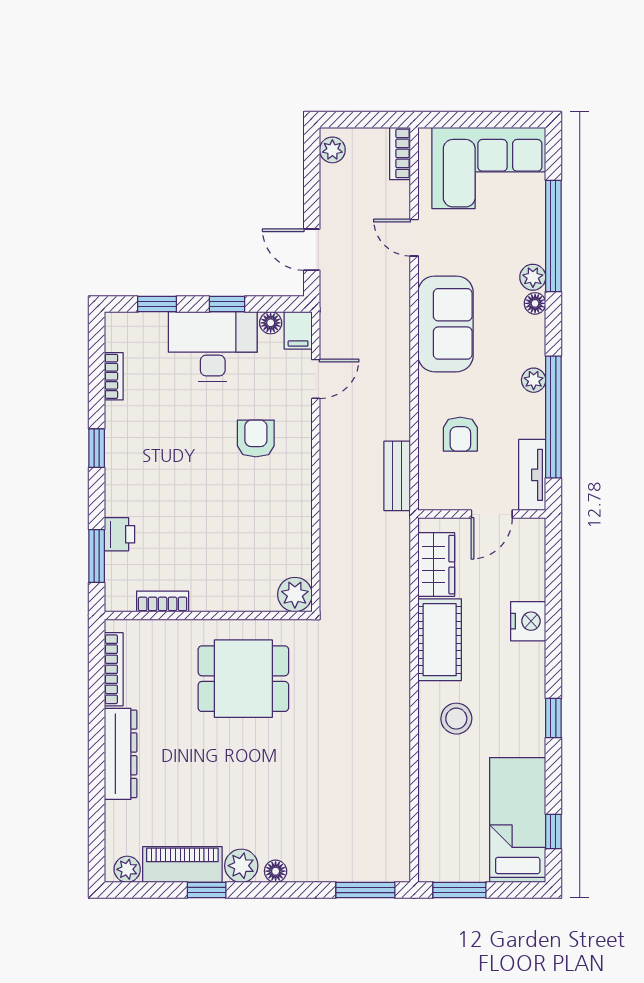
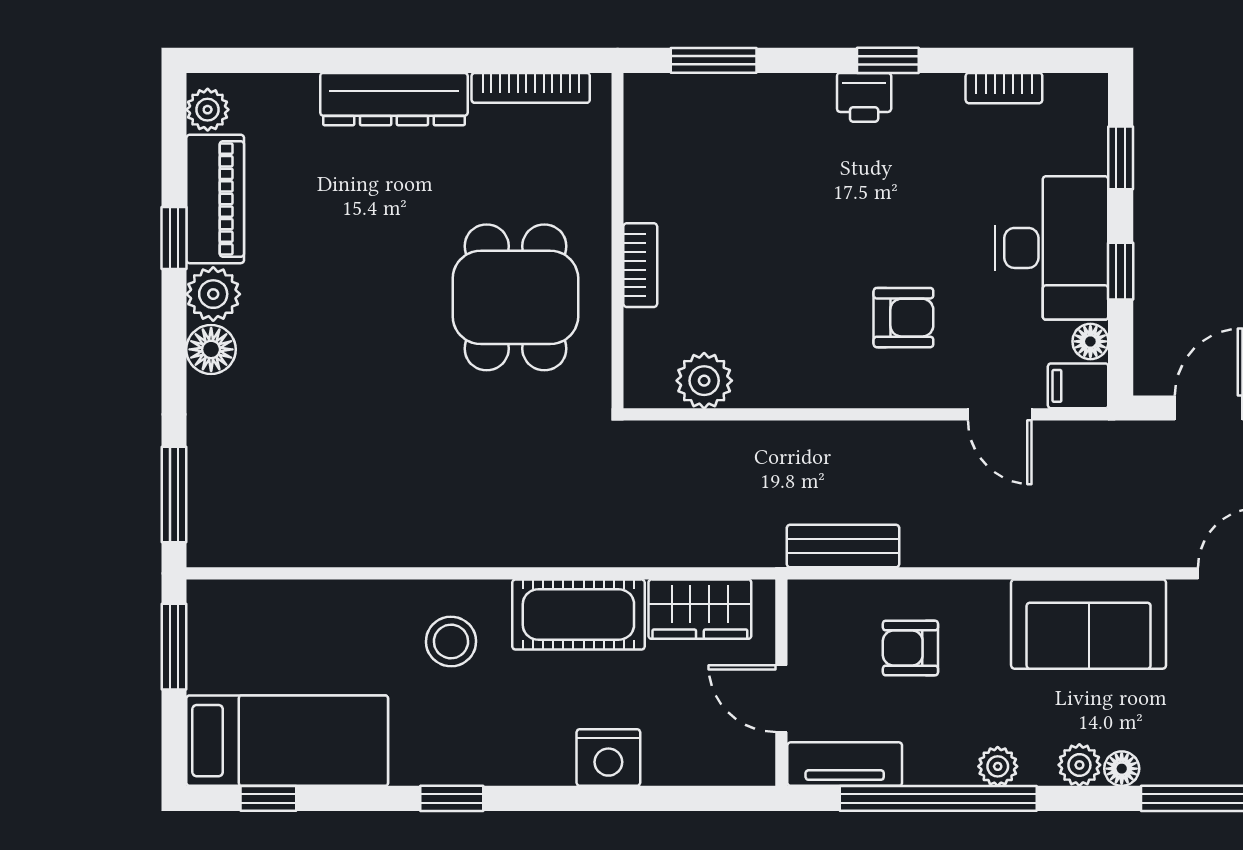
plant: (533, 277) -> (1079, 765), moved
printer: (119, 534) -> (864, 97), moved
plant: (295, 595) -> (704, 381), moved
bookcase: (163, 601) -> (640, 265), moved
floor lamp: (276, 871) -> (211, 349), width x1.37, depth x1.37

